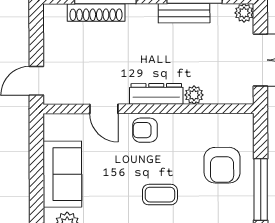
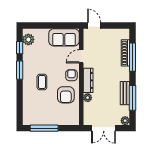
armchair: (222, 165) -> (66, 95), moved, turned -90
sofa: (62, 174) -> (64, 37), moved

